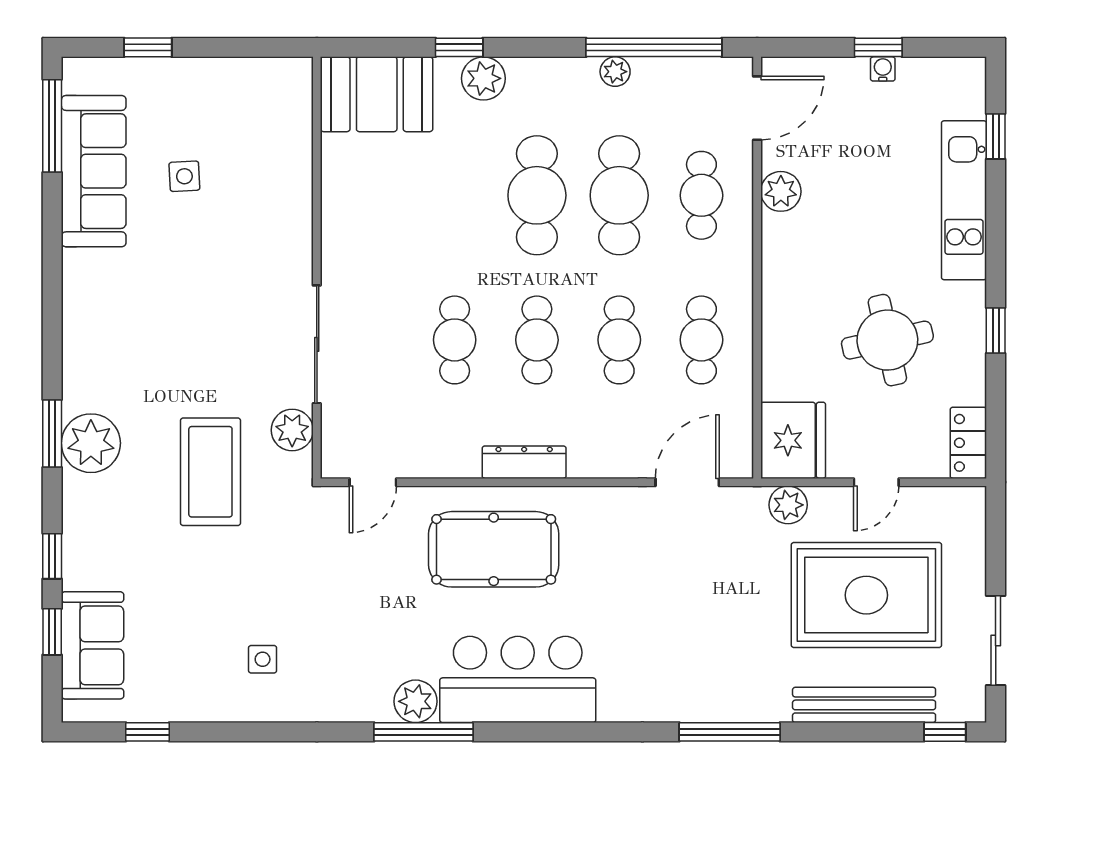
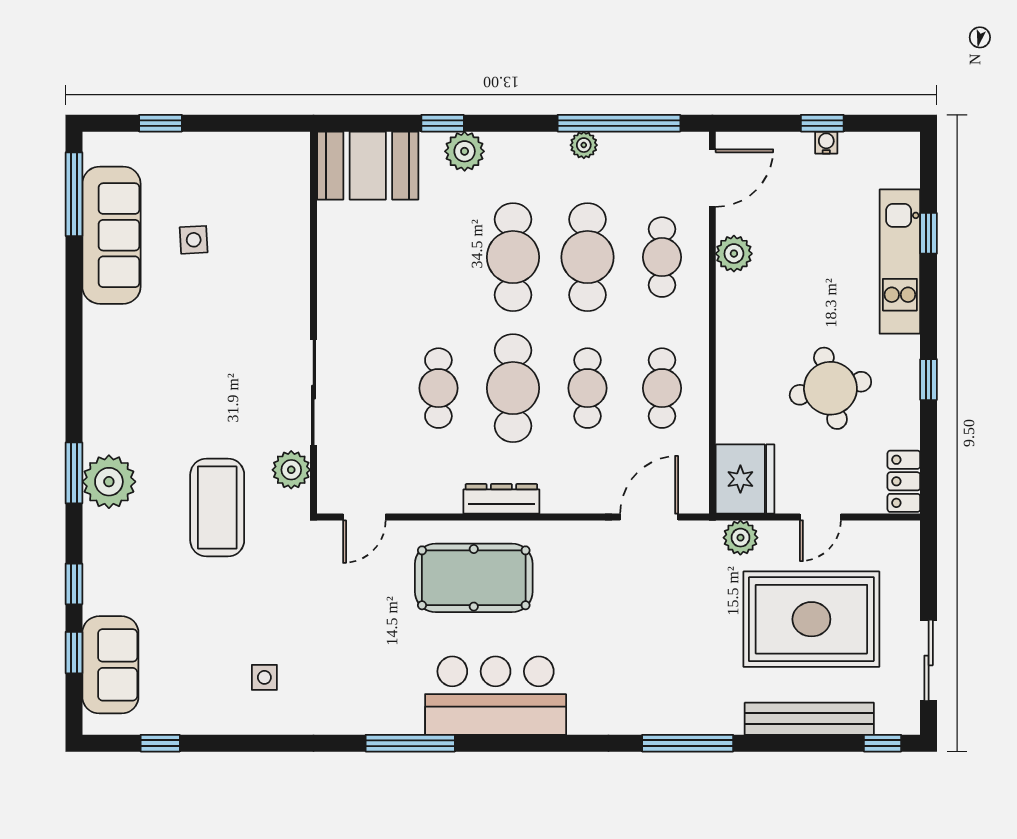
window: (996, 136) -> (929, 233), moved
cafe table: (537, 340) -> (513, 388), width x1.37, depth x1.35
plant: (416, 701) -> (403, 716), removed

